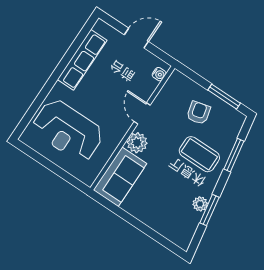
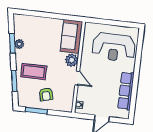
reception desk: (68, 131) -> (114, 47), turned 180

